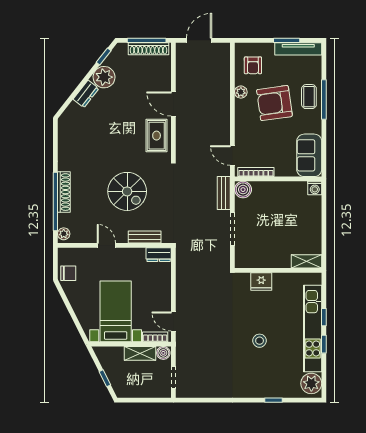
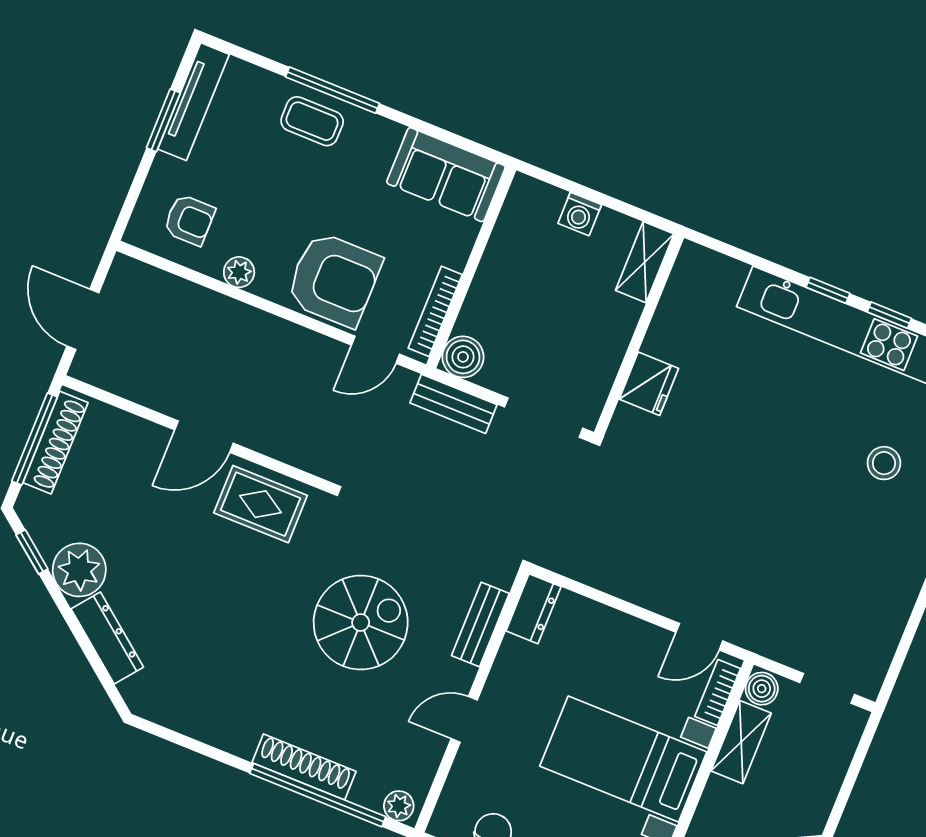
dresser: (86, 94) -> (107, 638), width x1.44
armchair: (274, 103) -> (334, 279), moved, turned -82
washing machine: (315, 188) -> (580, 214), moved, turned 90
shelving: (307, 261) -> (645, 262), moved
wall: (278, 270) -> (639, 335), moved
fridge: (261, 282) -> (649, 384), moved
stool: (260, 341) -> (884, 463), moved

